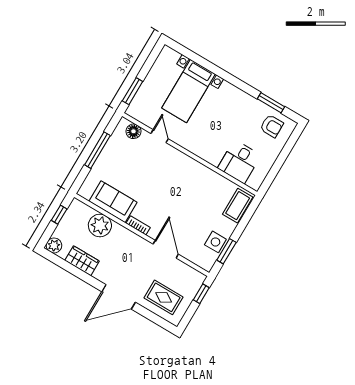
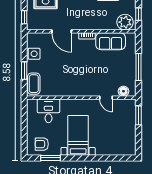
bed with nightstands: (188, 91) -> (78, 135), moved
plant: (100, 225) -> (125, 22), moved
window: (226, 251) -> (24, 71), moved

